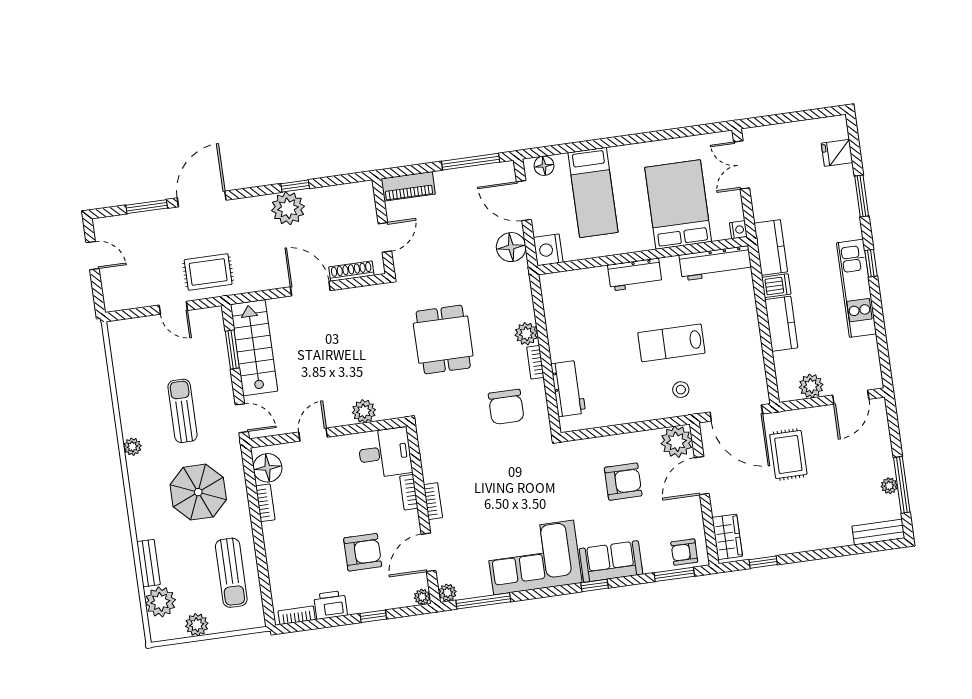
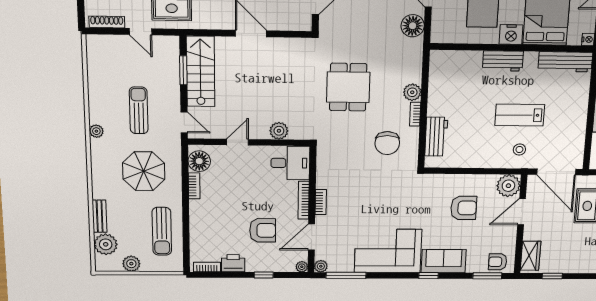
nightstand: (548, 250) -> (511, 35), moved, turned -90
shoe rack: (351, 271) -> (107, 22), moved
bookcase: (409, 492) -> (304, 200), width x1.56

